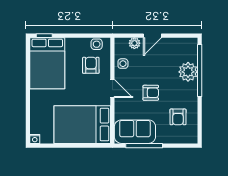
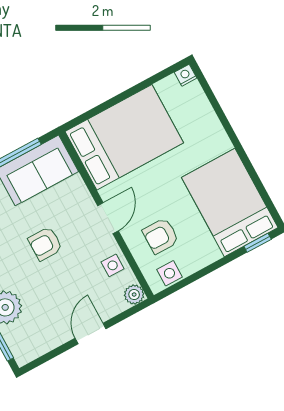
plant: (134, 43) -> (134, 295), moved
armchair: (91, 65) -> (161, 236), turned 90
door: (112, 88) -> (108, 218), swing flipped

